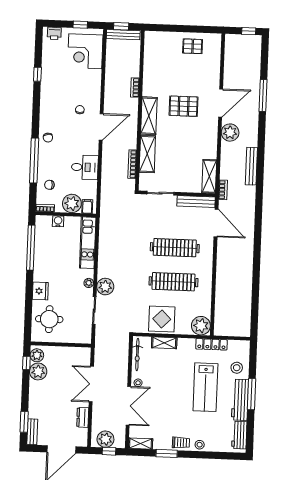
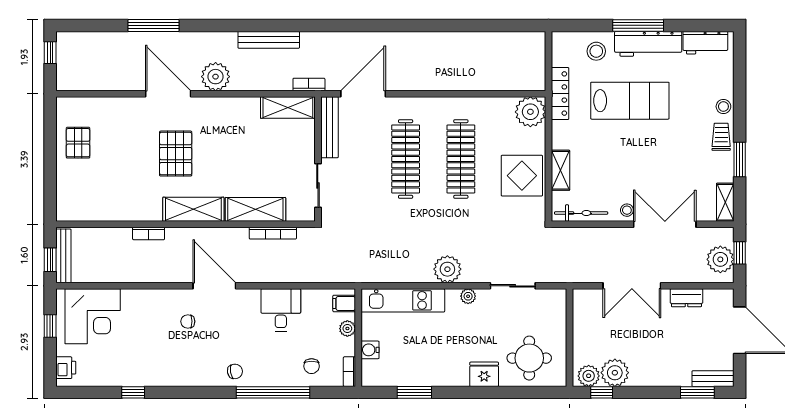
plant: (72, 203) -> (347, 329), width x0.53, depth x0.53
window: (31, 248) -> (414, 392), width x0.47
plant: (105, 287) -> (447, 269), moved

